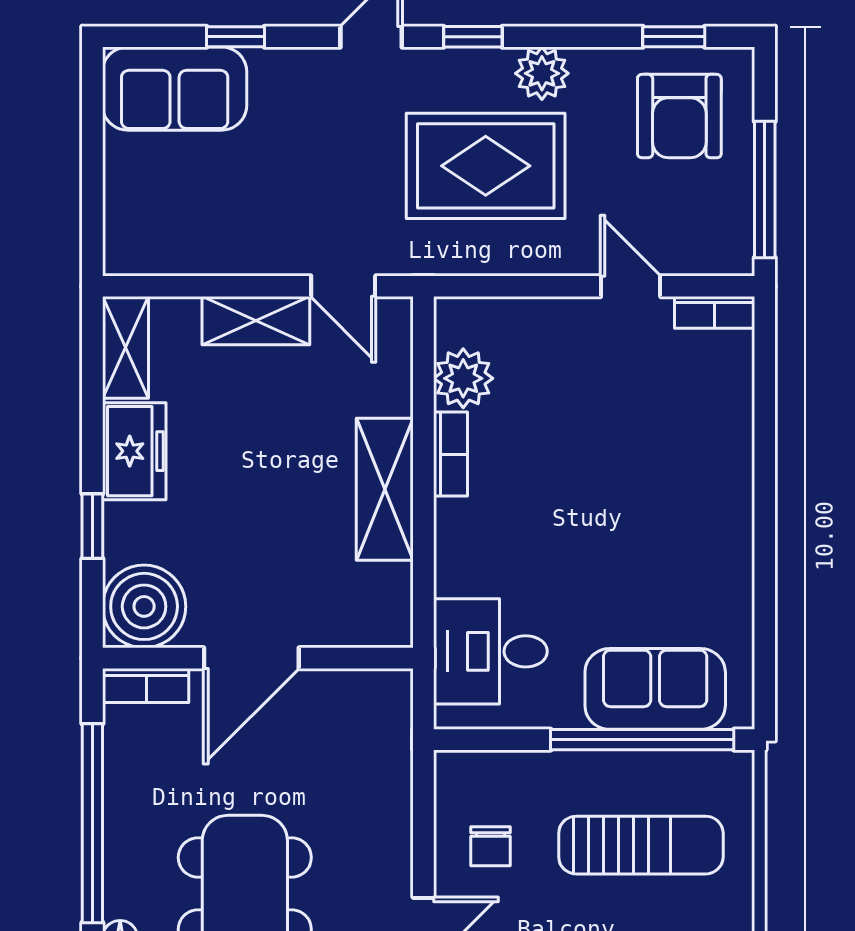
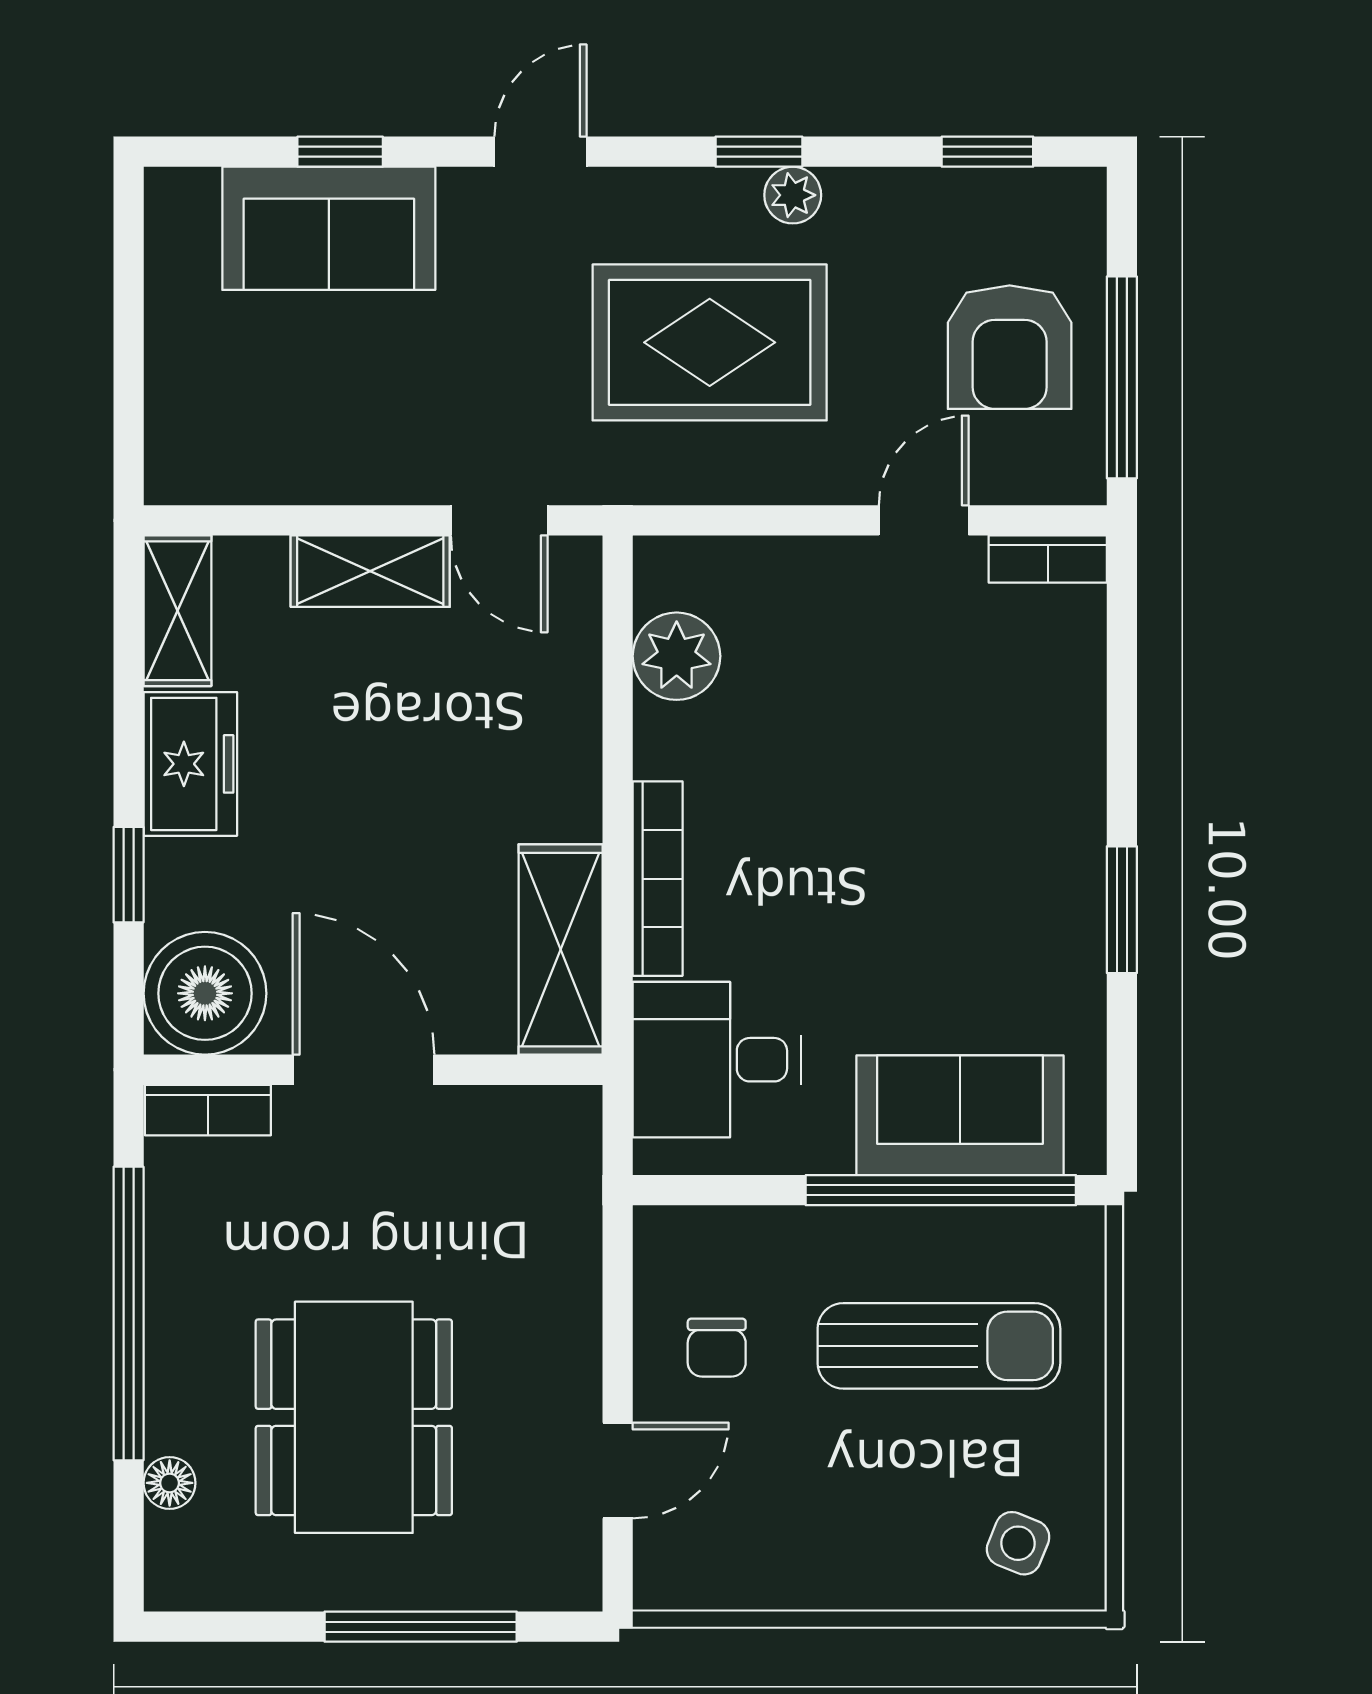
window: (473, 37) -> (759, 152), moved
plant: (542, 73) -> (793, 195), width x0.73, depth x0.73
sofa: (175, 89) -> (329, 228), moved
armchair: (679, 116) -> (1010, 347), moved
door: (631, 286) -> (924, 520), hinge flipped
bookcase: (450, 454) -> (658, 879), moved, width x1.56
shelving: (385, 489) -> (561, 950), moved
window: (765, 550) -> (1122, 910), added
door: (251, 658) -> (364, 1070), swing flipped

